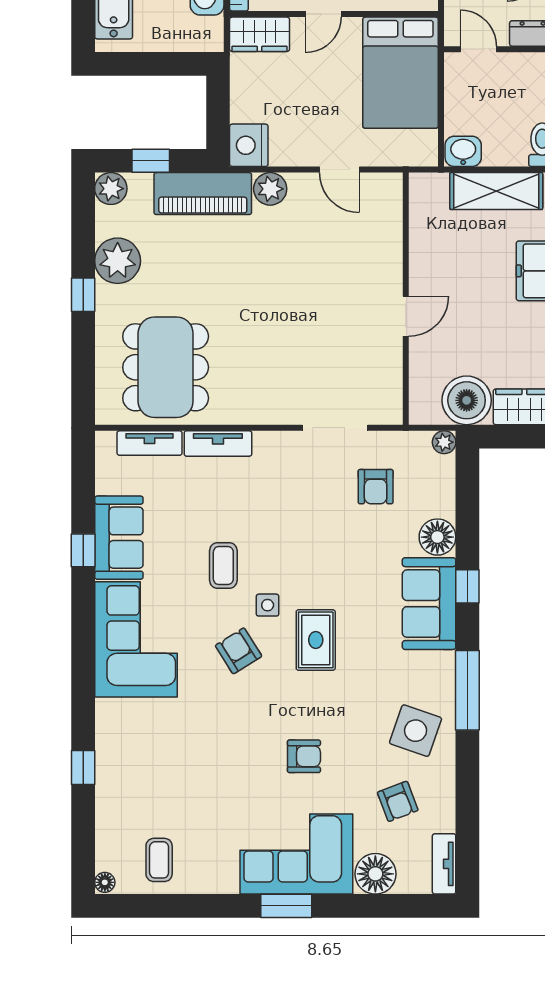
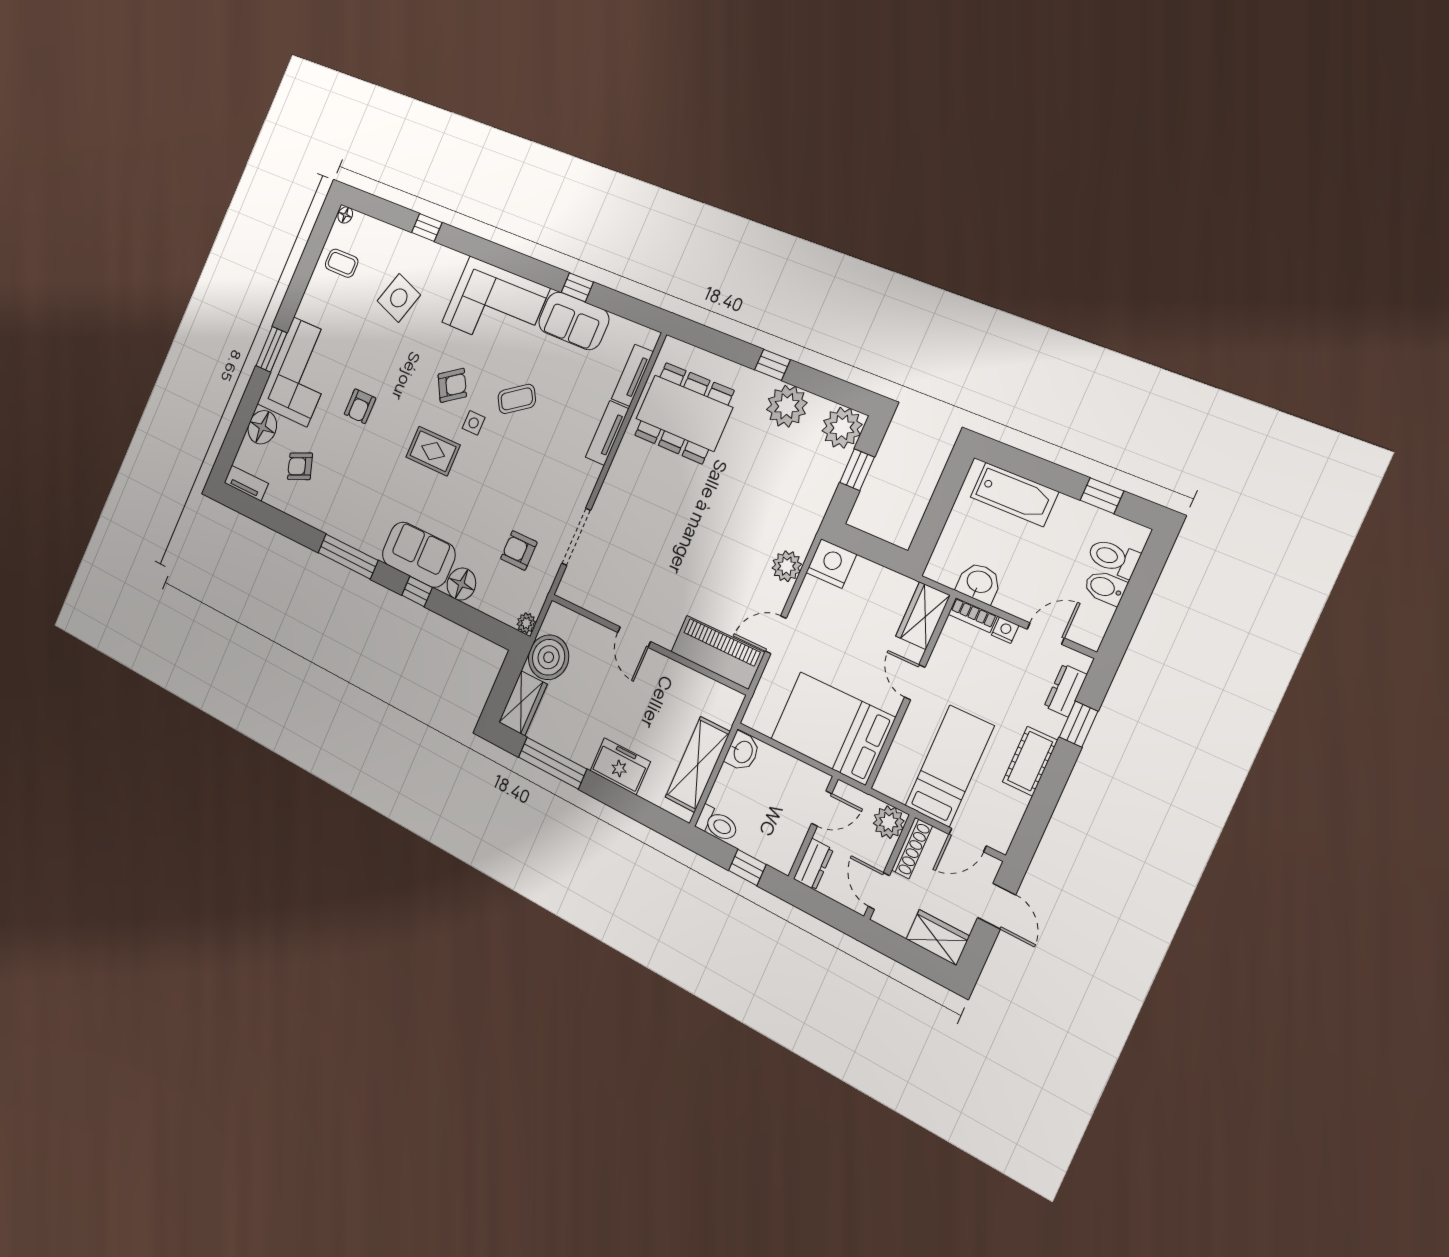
plant: (111, 189) -> (842, 428), width x1.36, depth x1.36
piano: (203, 194) -> (718, 652), moved, turned 90
coffee table: (223, 565) -> (517, 399), turned -33
side table: (416, 731) -> (399, 298), moved

